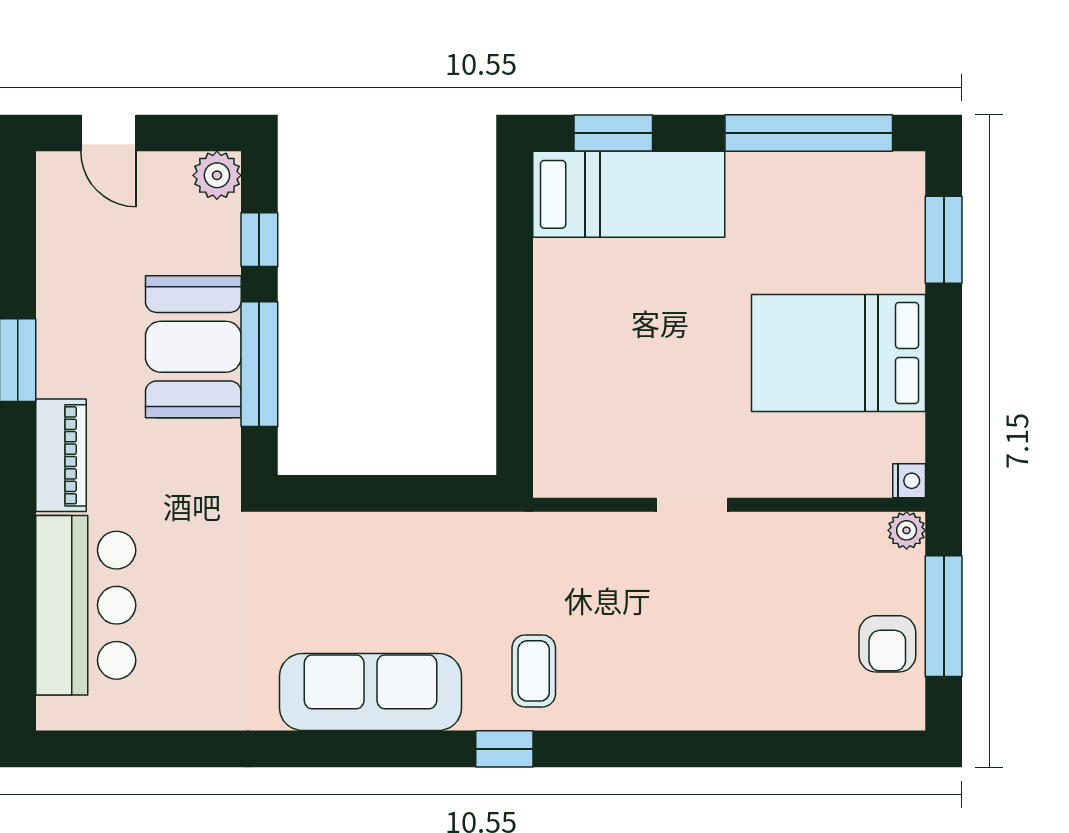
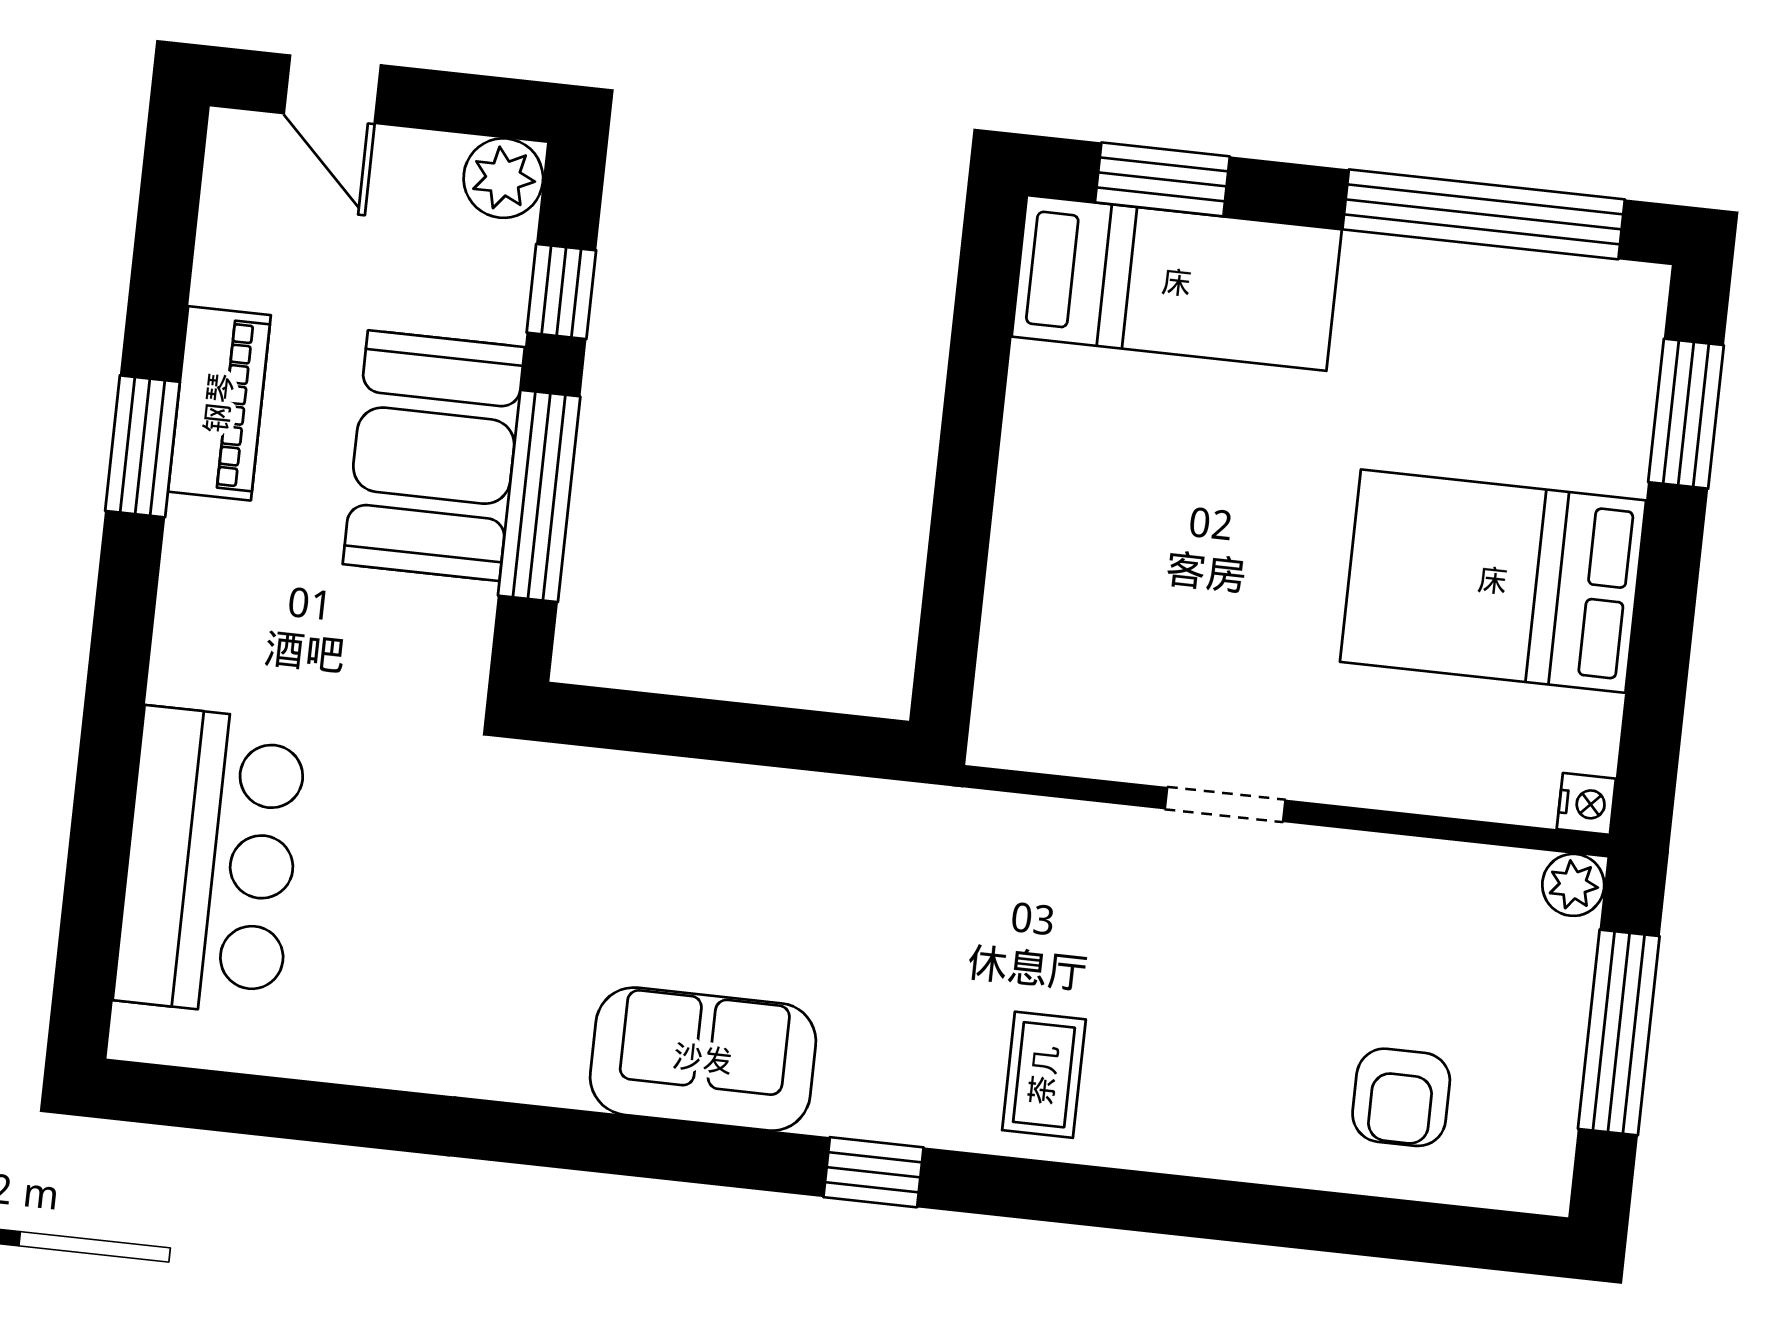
piano: (61, 455) -> (219, 403), moved
armchair: (887, 644) -> (1401, 1097), moved
coffee table: (534, 671) -> (1044, 1075), moved
sofa: (370, 692) -> (703, 1059), width x0.73

